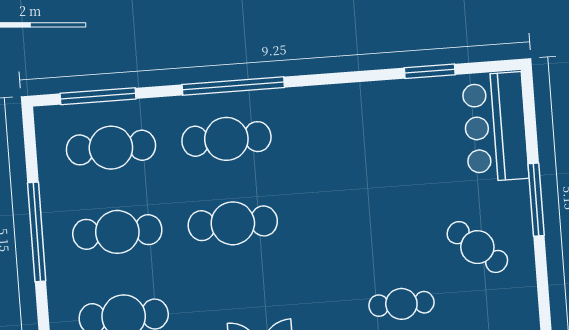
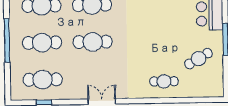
cafe table: (477, 247) -> (199, 59), turned -71

